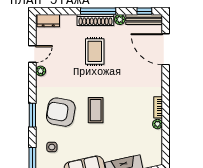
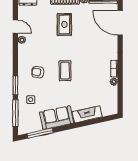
door: (32, 54) -> (15, 27), hinge flipped
armchair: (61, 112) -> (38, 72), width x0.53, depth x0.53
window: (32, 115) -> (15, 85), moved

